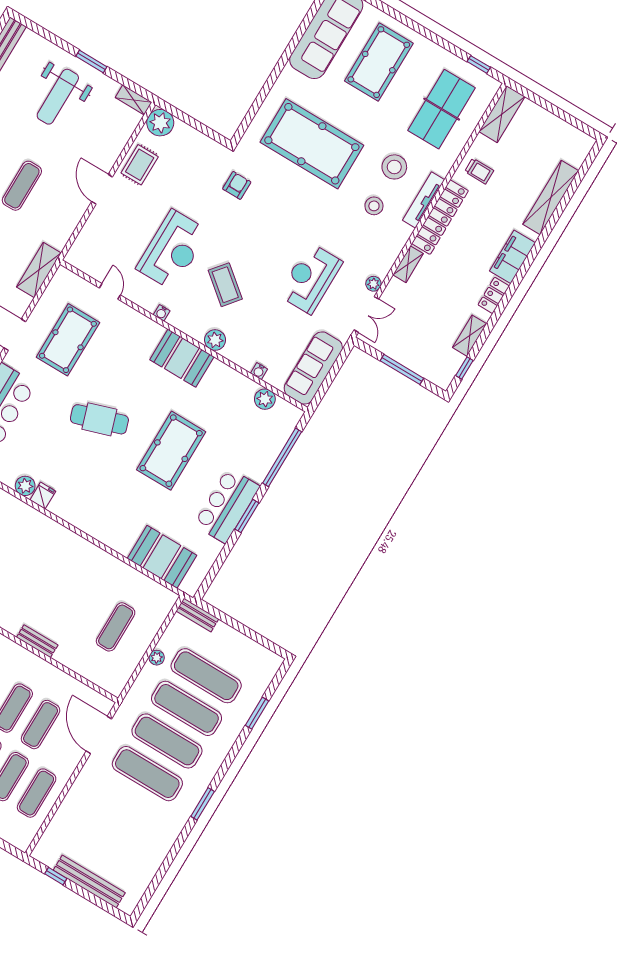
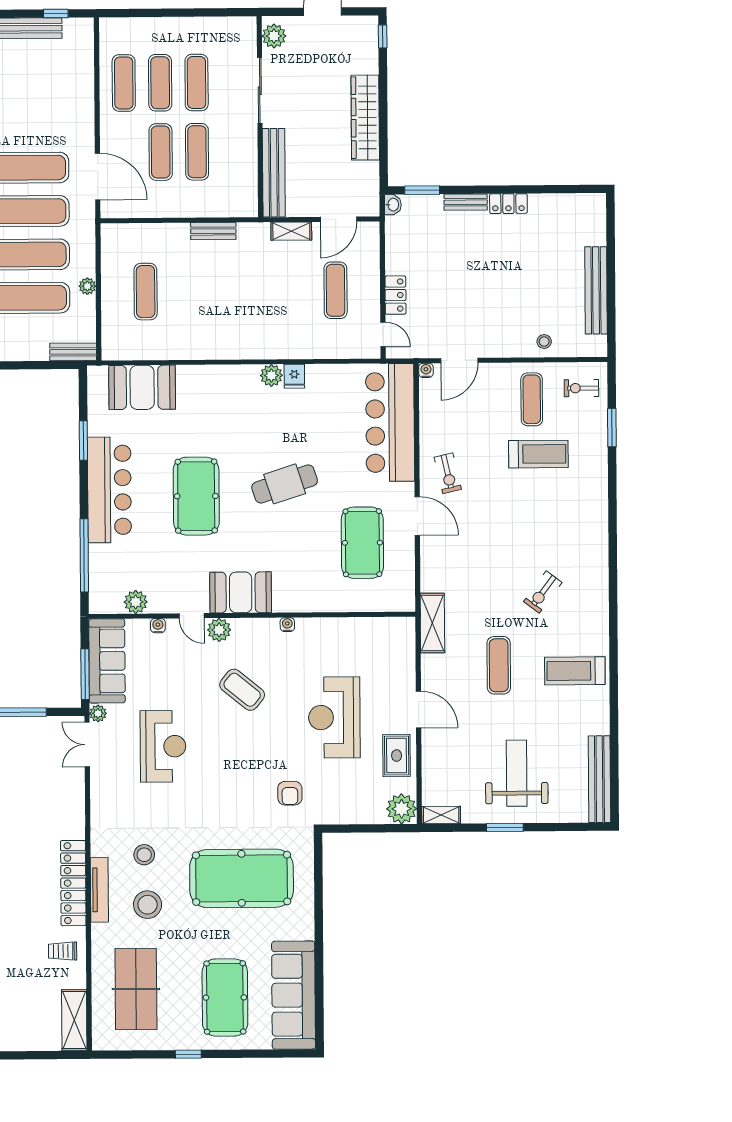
window: (479, 64) -> (188, 1054), moved
reception desk: (172, 250) -> (334, 718), moved
shelving: (408, 264) -> (76, 818), removed
shelving: (39, 270) -> (432, 623), moved
plant: (373, 284) -> (98, 713), moved
door: (110, 291) -> (192, 616), moved
window: (336, 368) -> (85, 674), added
plant: (25, 486) -> (271, 375), moved
bar counter: (227, 506) -> (109, 490), width x1.36
window: (247, 516) -> (83, 441), moved

